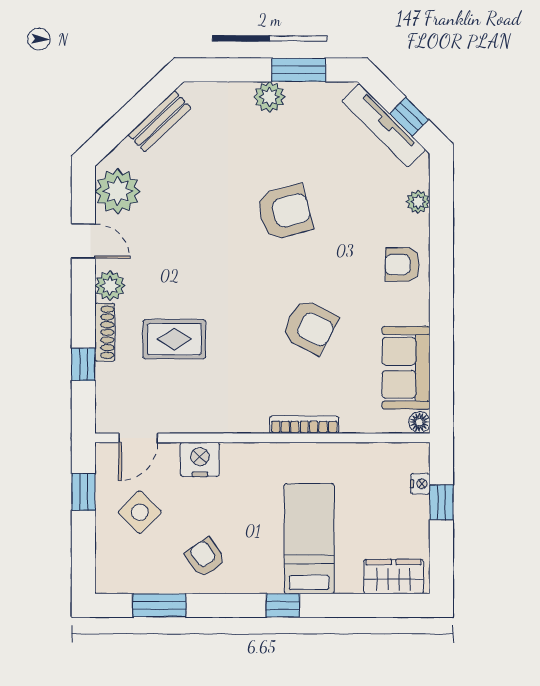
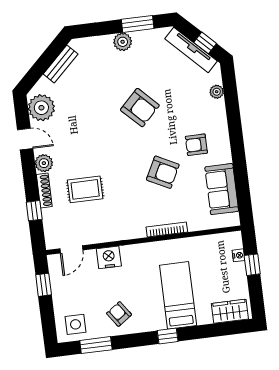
armchair: (285, 212) -> (140, 108), turned 60
armchair: (402, 265) -> (196, 145), moved
floor lamp: (419, 422) -> (233, 220), removed
side table: (140, 512) -> (76, 324), moved, turned 45

